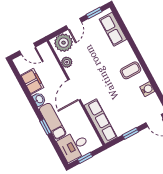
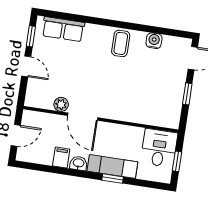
plant: (64, 43) -> (38, 92), removed
filing cabinet: (32, 81) -> (61, 157), width x0.50
door: (74, 90) -> (83, 117), moved
row of seats: (101, 121) -> (151, 116), removed
desk: (74, 146) -> (159, 148), moved, turned 180

